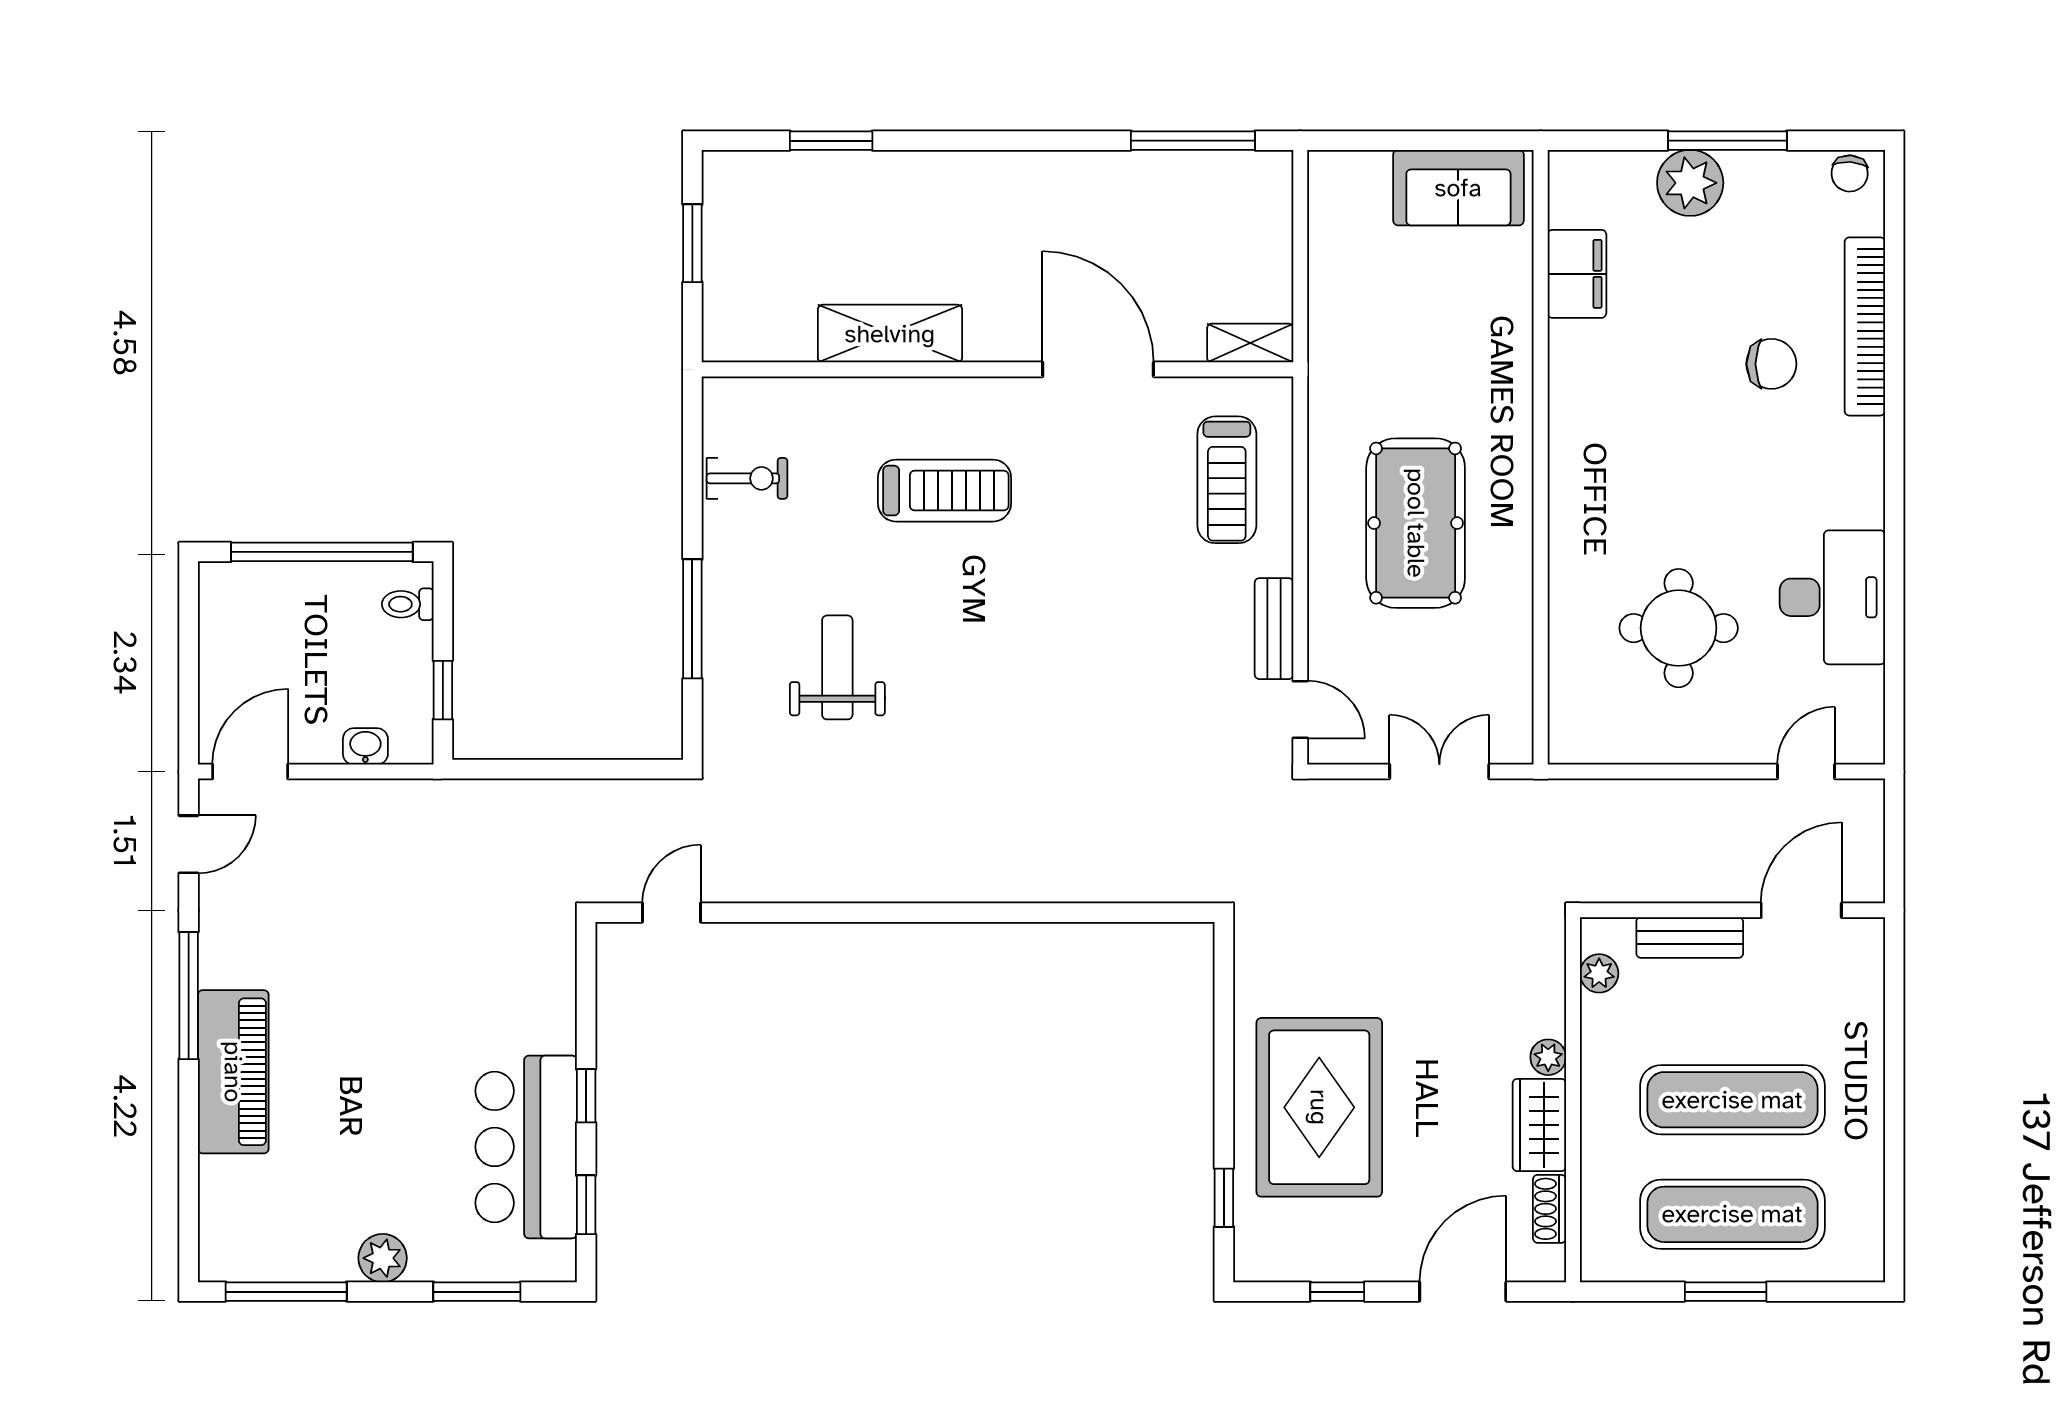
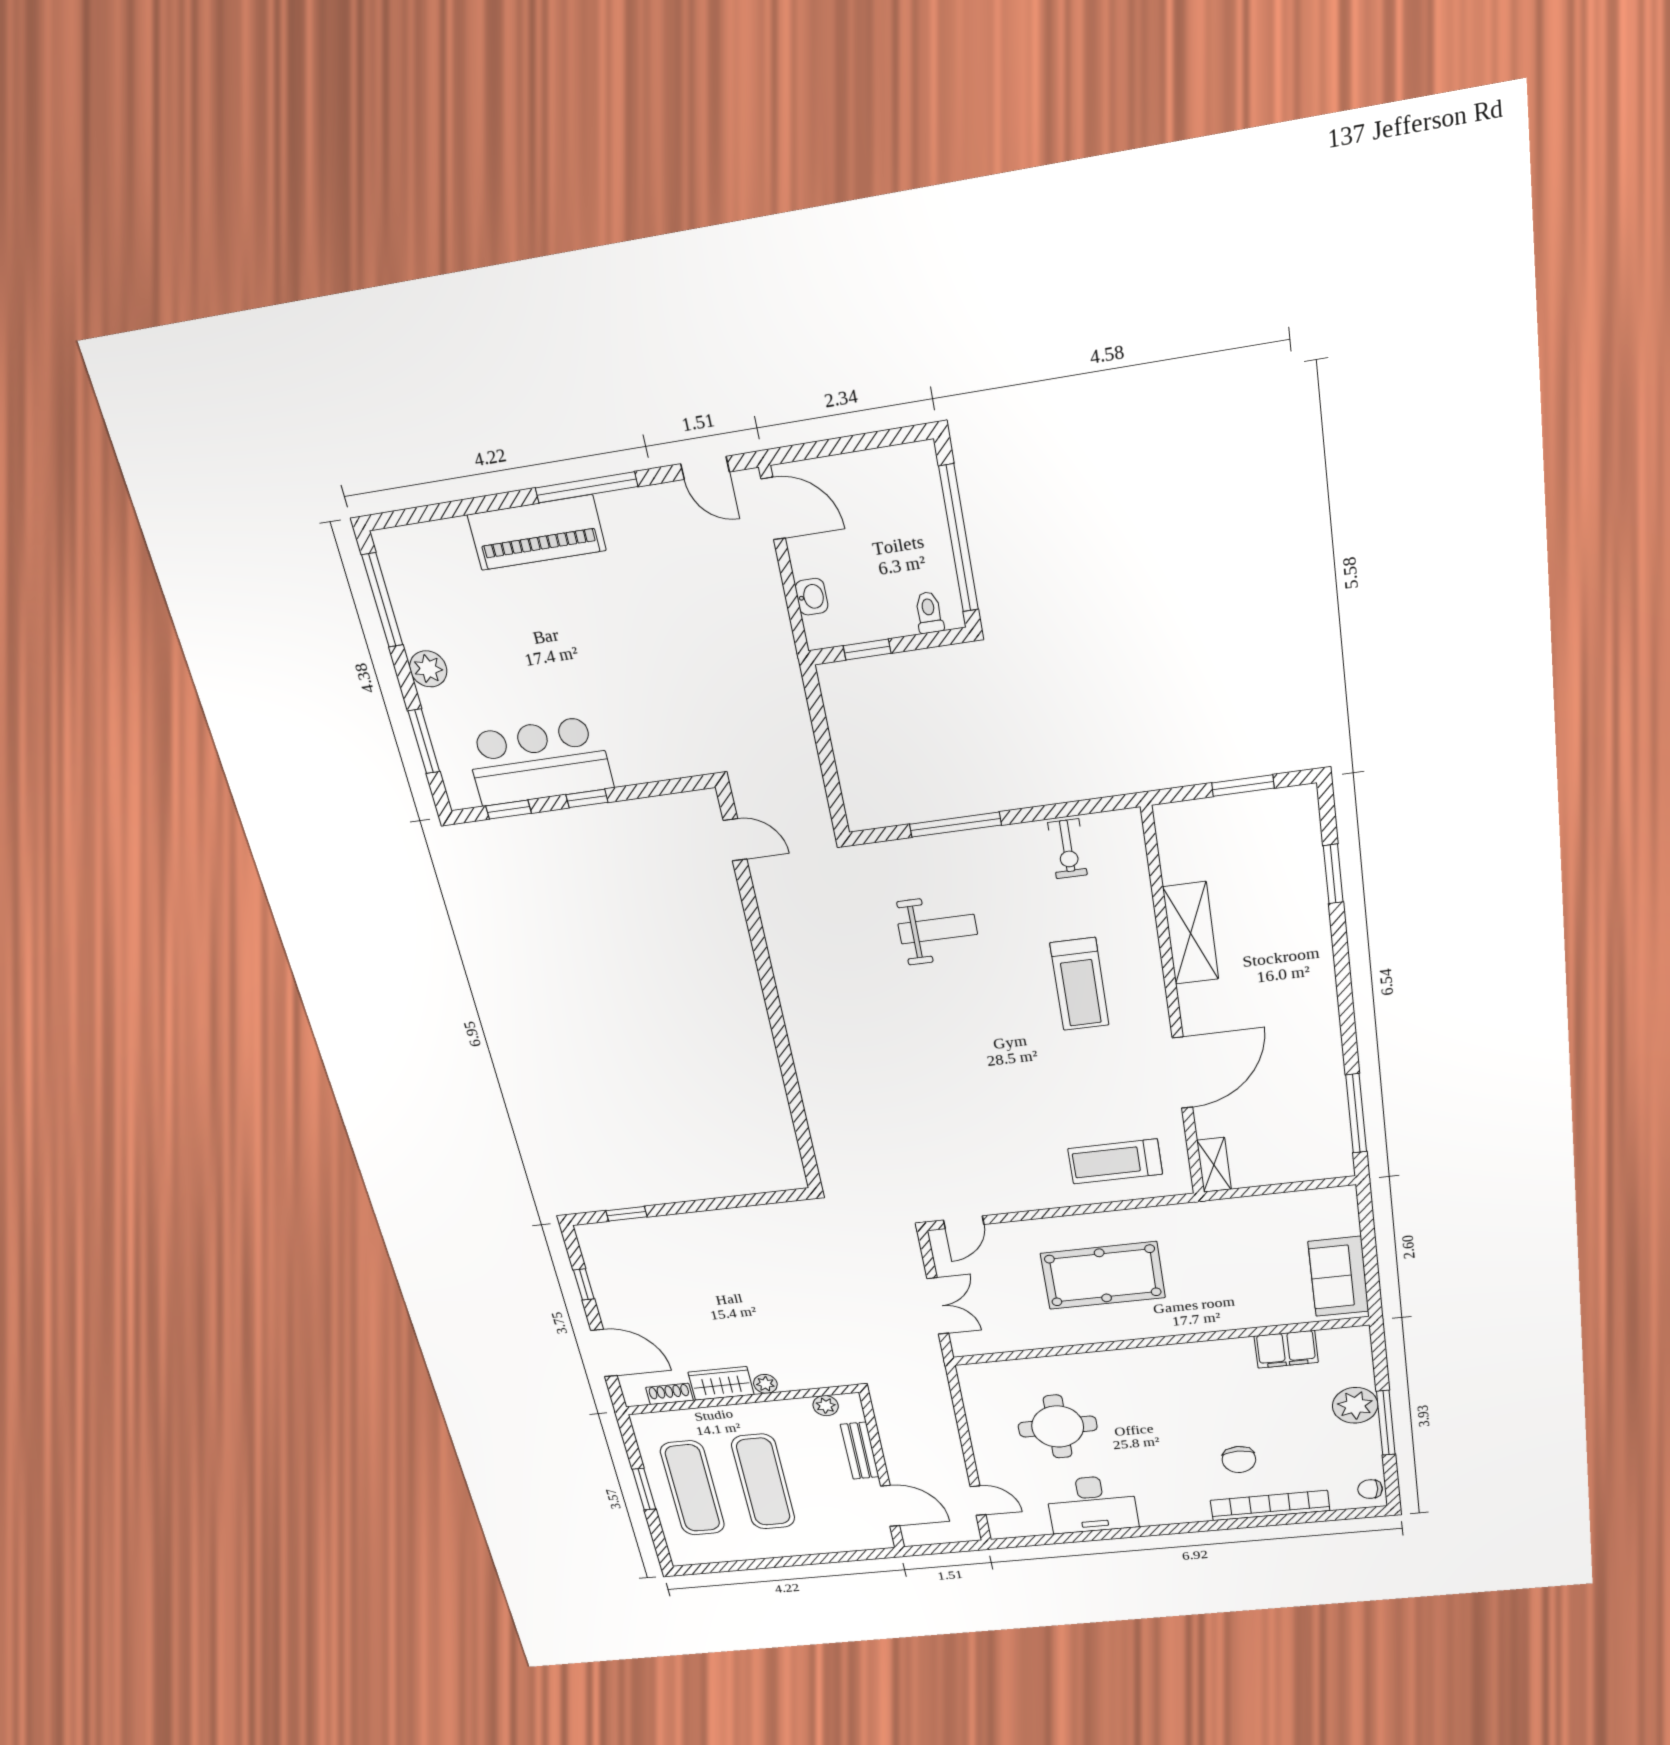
bench: (1274, 629) -> (1016, 1201), removed
rug: (1319, 1107) -> (700, 1262), removed

